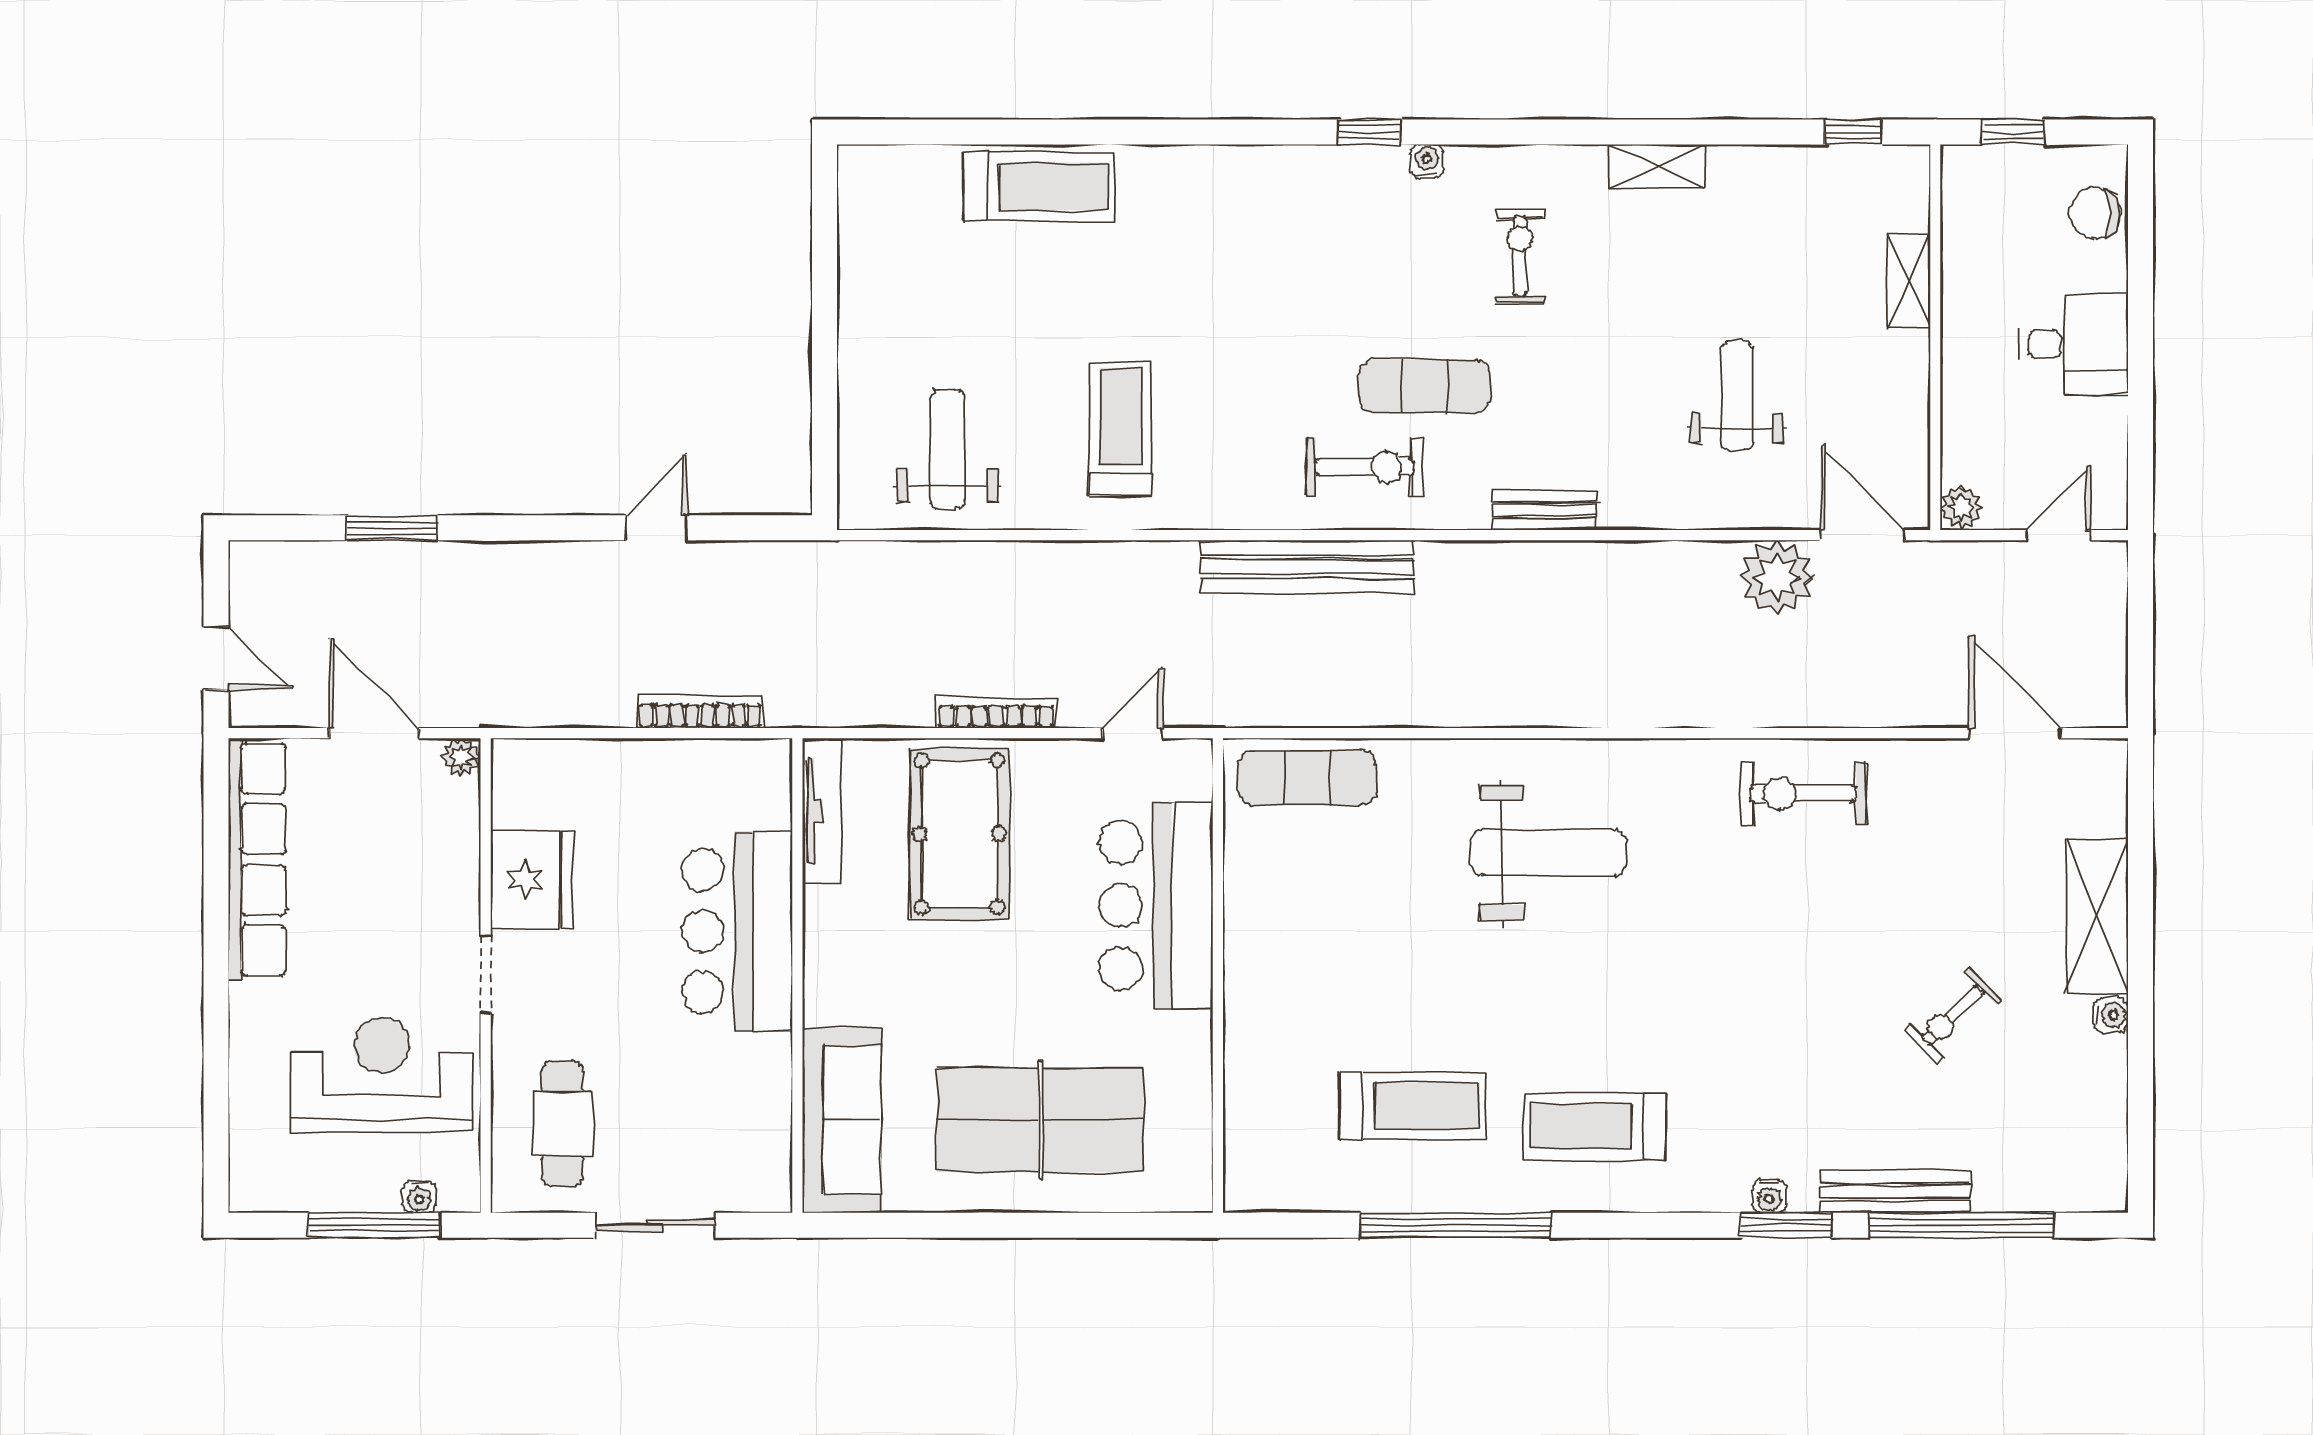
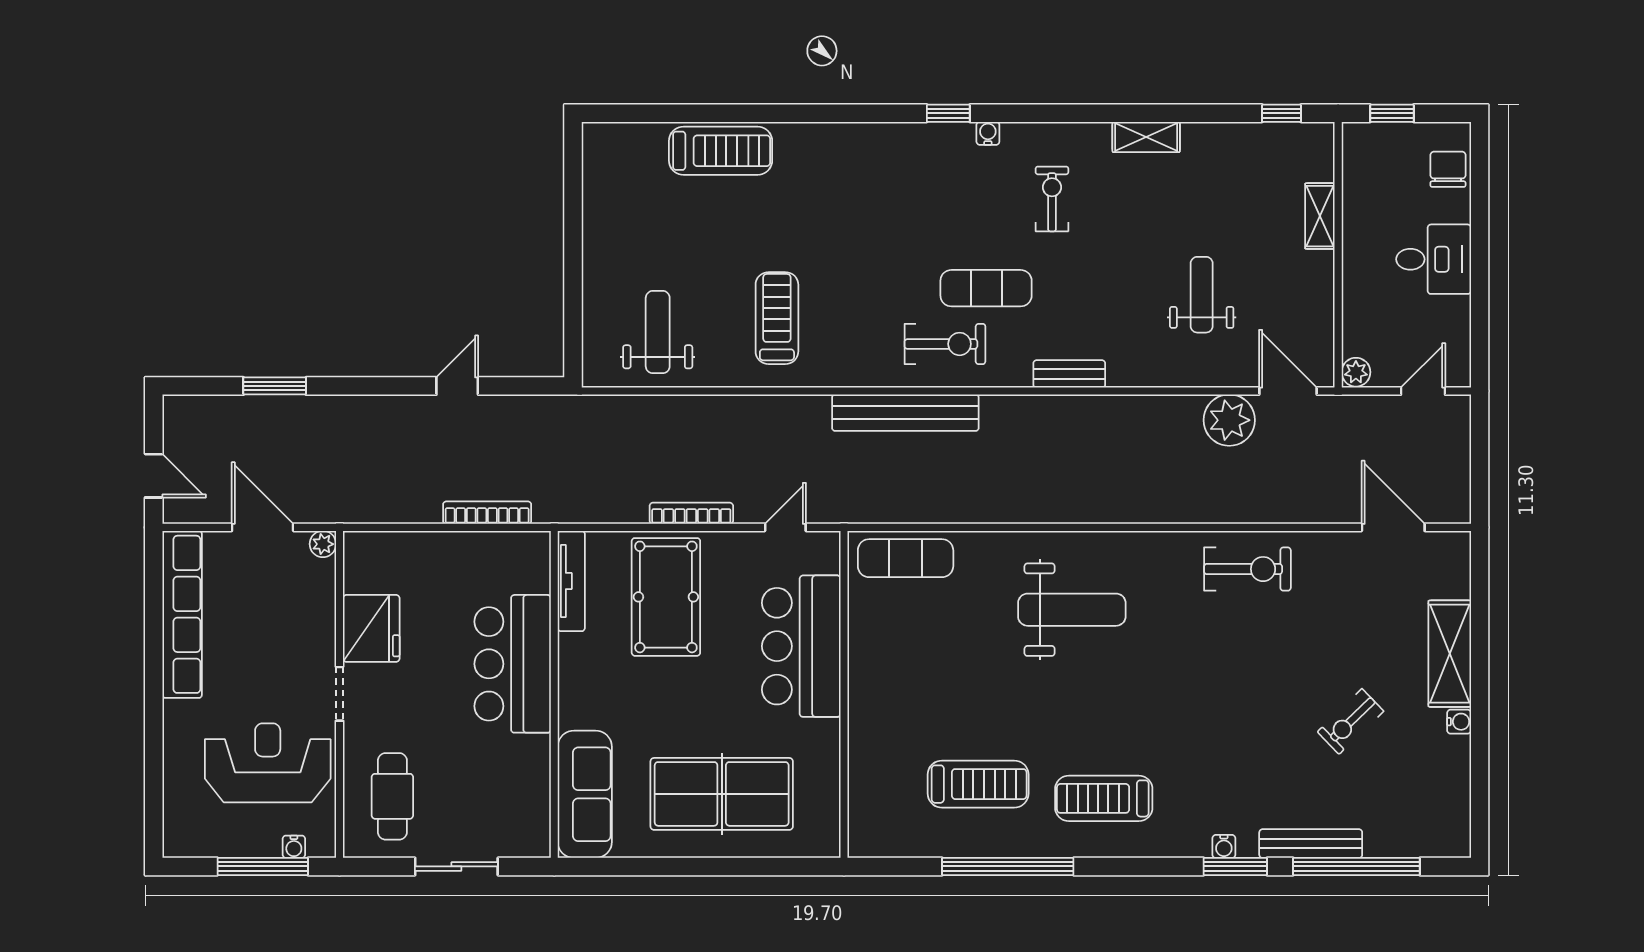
chair: (2095, 213) -> (1448, 169), turned 90
exercise bike: (1804, 794) -> (1247, 569), turned 180

